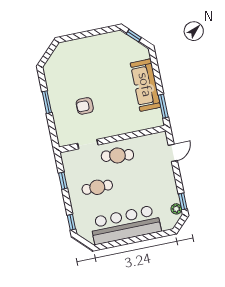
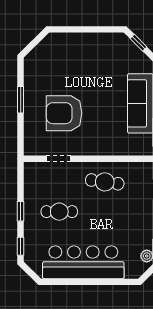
armchair: (85, 106) -> (64, 113), width x1.88, depth x1.88
cafe table: (117, 155) -> (105, 182), moved
window: (63, 181) -> (21, 211), moved

